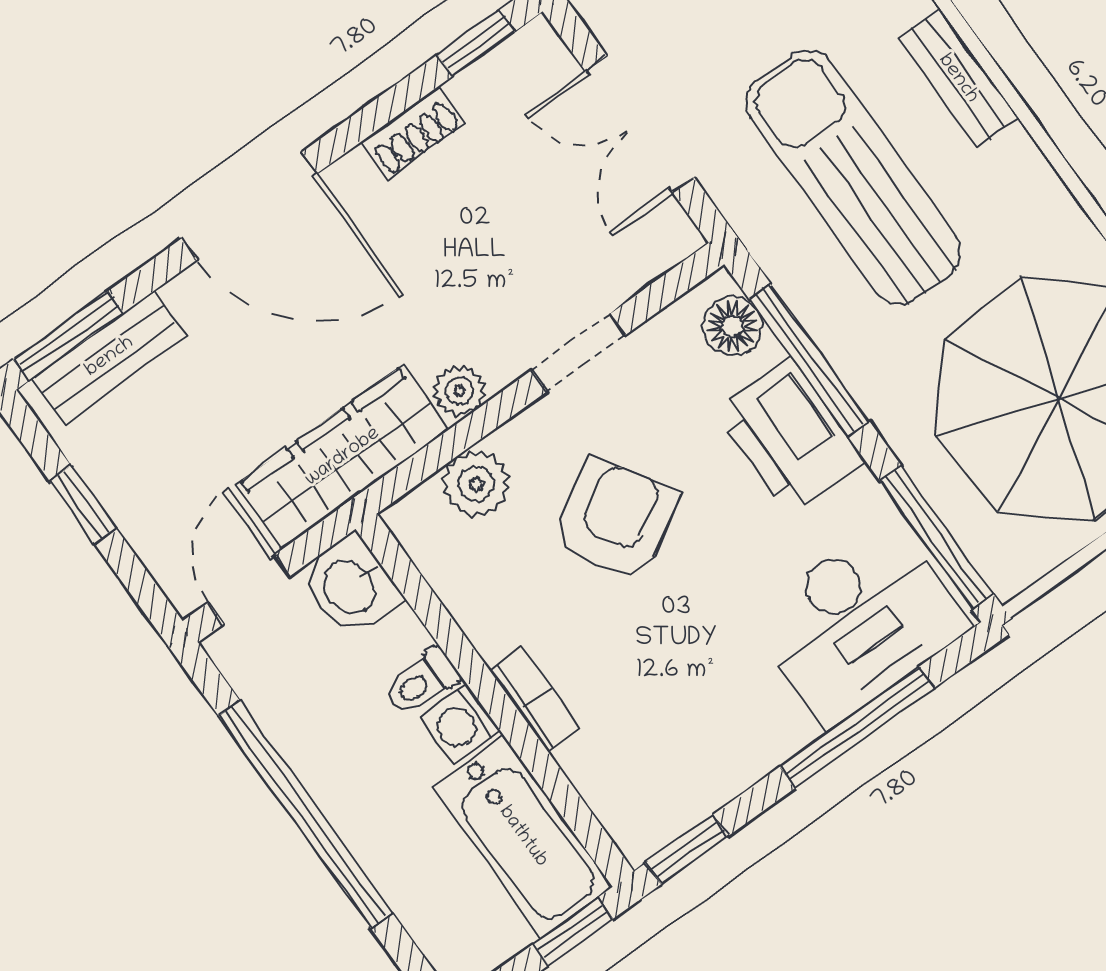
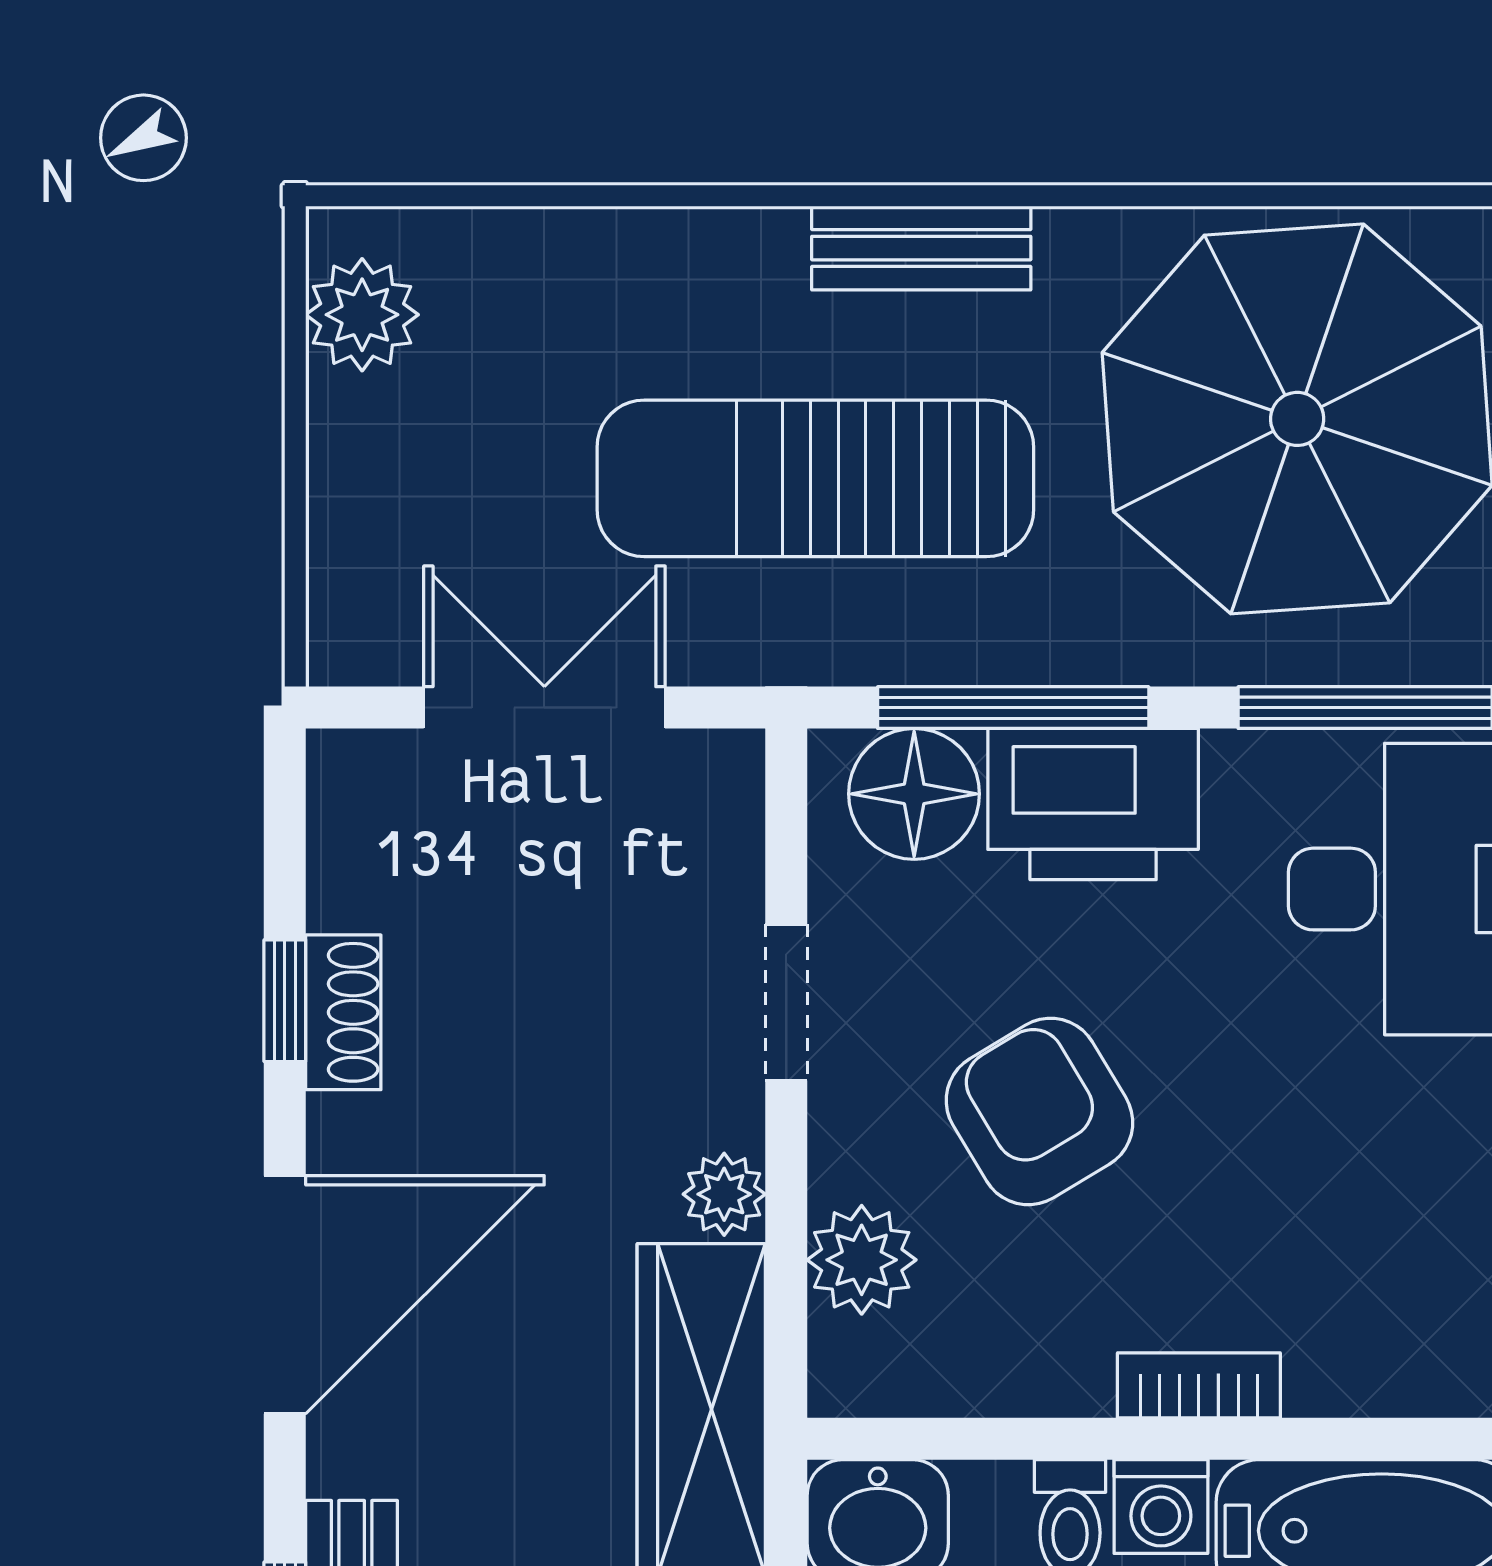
window: (476, 43) -> (285, 1001), moved
bench: (958, 79) -> (921, 248), moved
double door: (640, 124) -> (544, 708), swing flipped
floor lamp: (732, 326) -> (914, 794), width x1.38, depth x1.38

